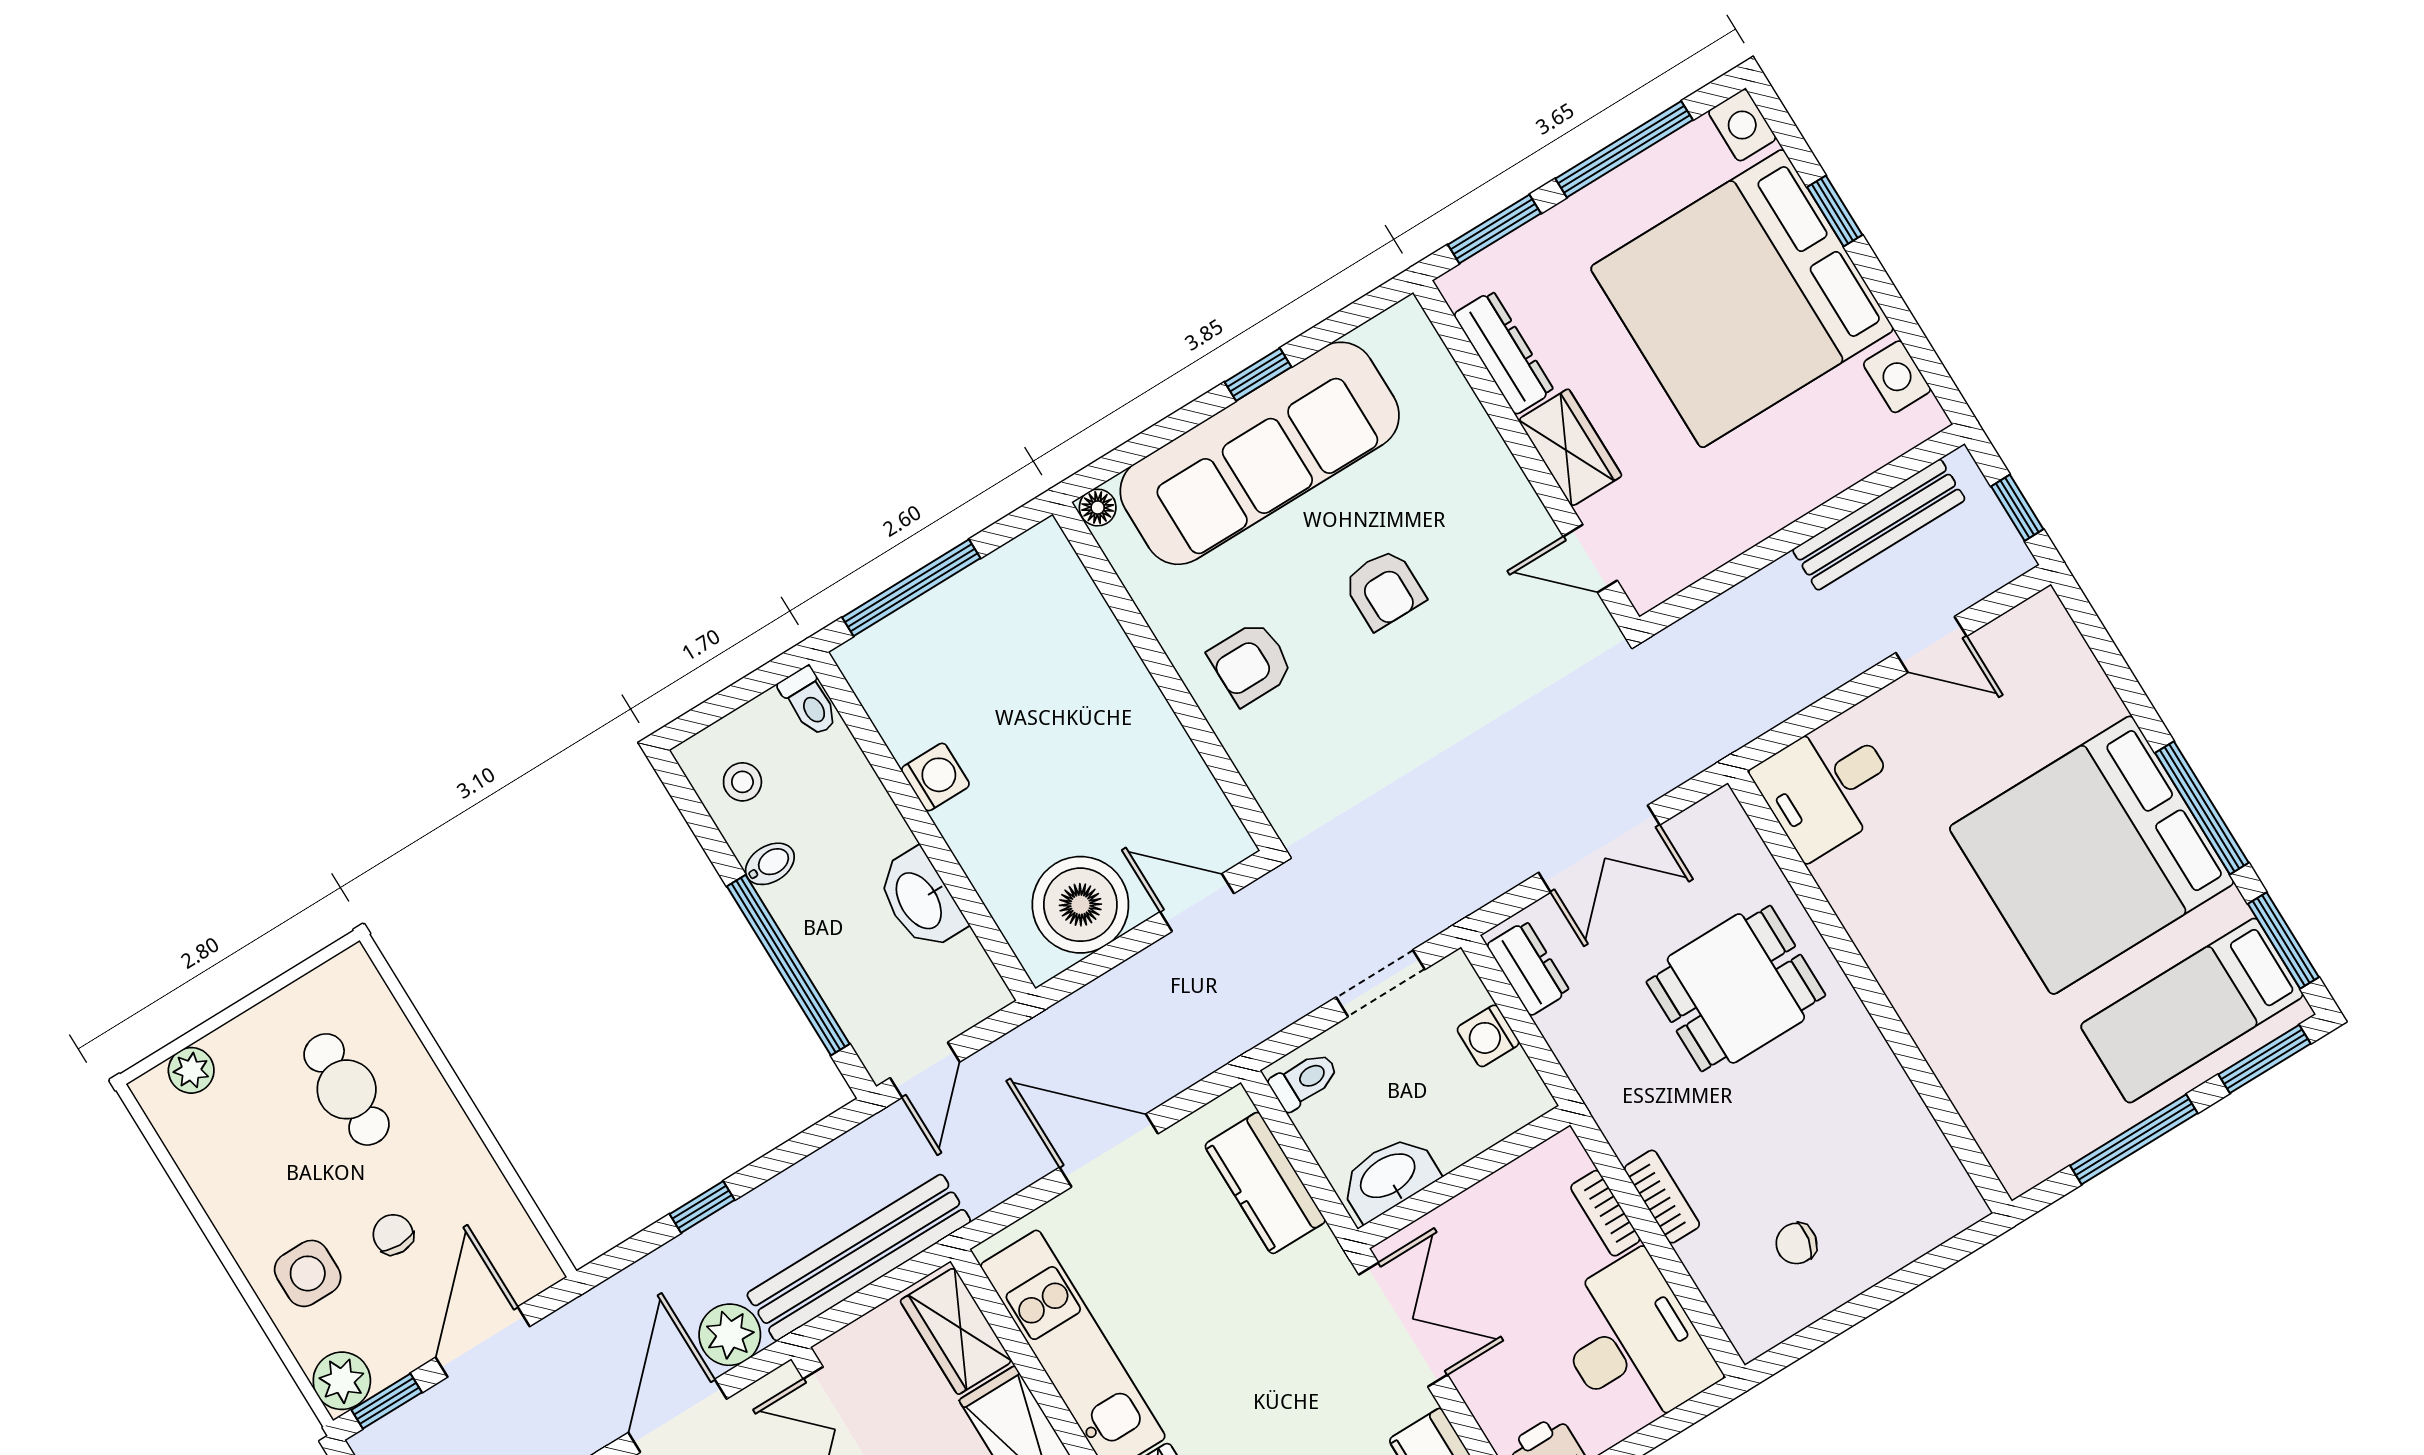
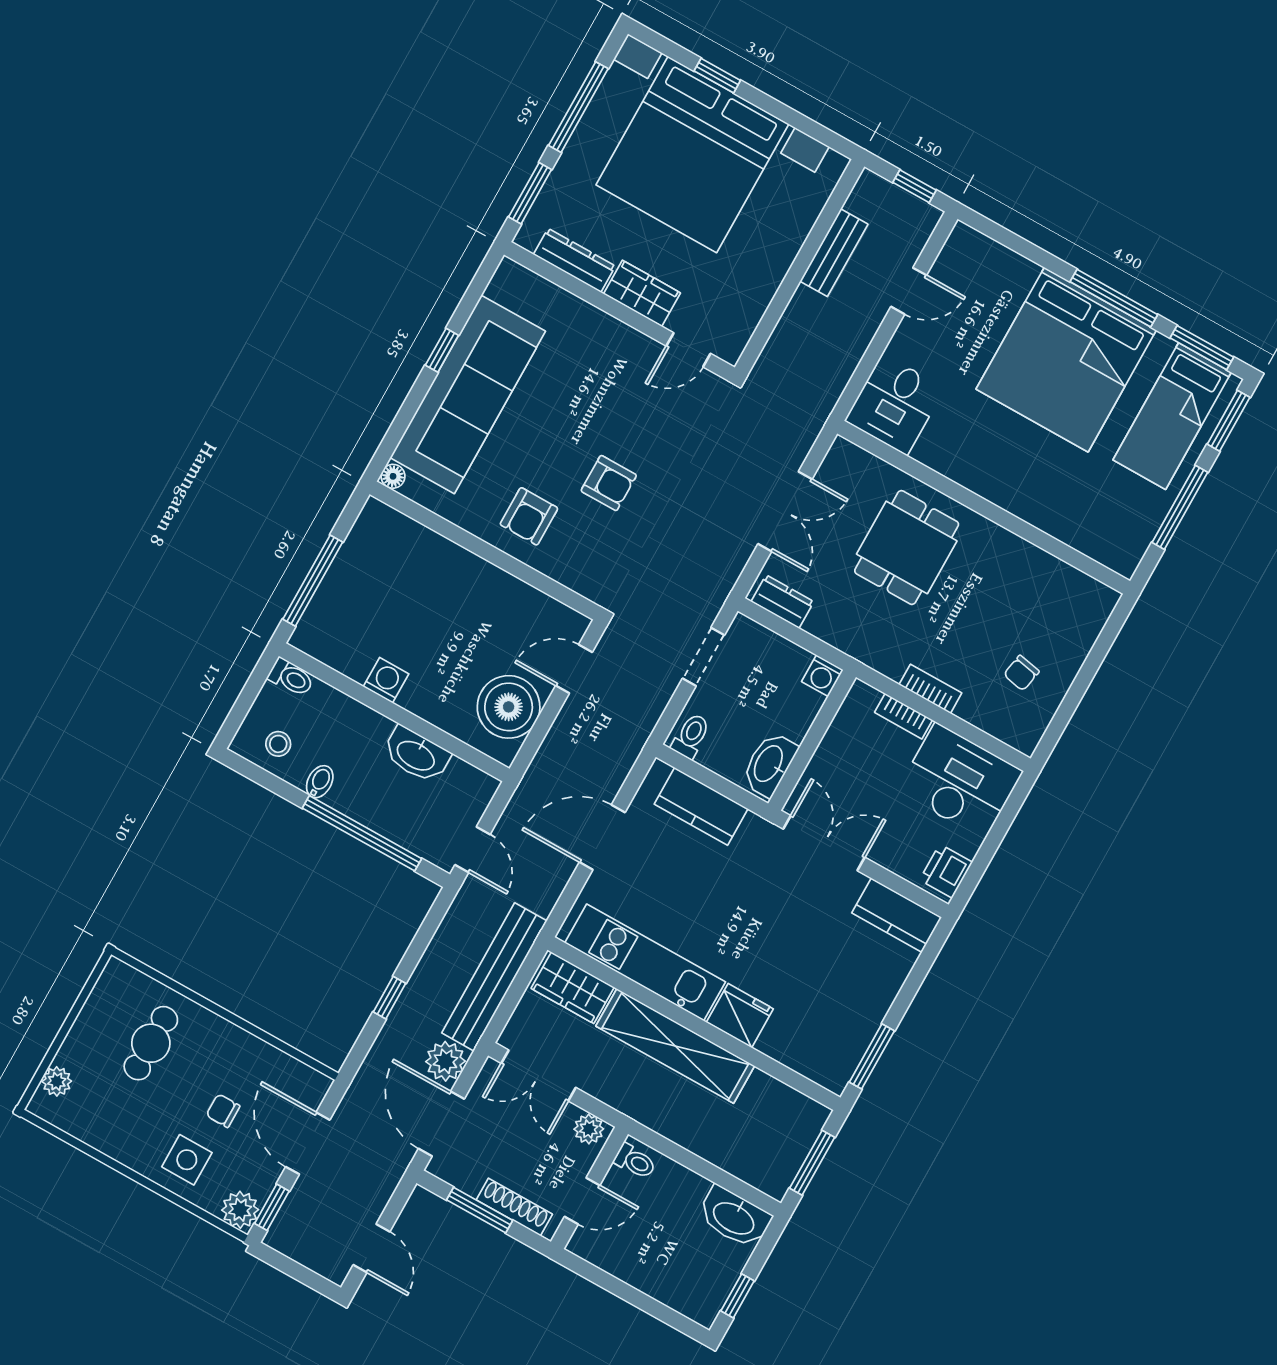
bench: (1879, 525) -> (834, 253), width x0.73
armchair: (1384, 589) -> (609, 483), moved
washing machine: (1488, 1036) -> (822, 676), moved
cafe table: (347, 1089) -> (151, 1043), turned 90

